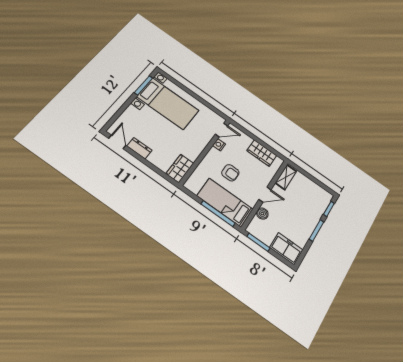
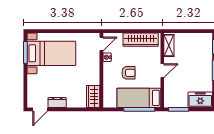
door: (117, 142) -> (40, 109), swing flipped
wardrobe: (262, 153) -> (141, 40), width x1.50
boiler: (262, 214) -> (169, 87), removed

